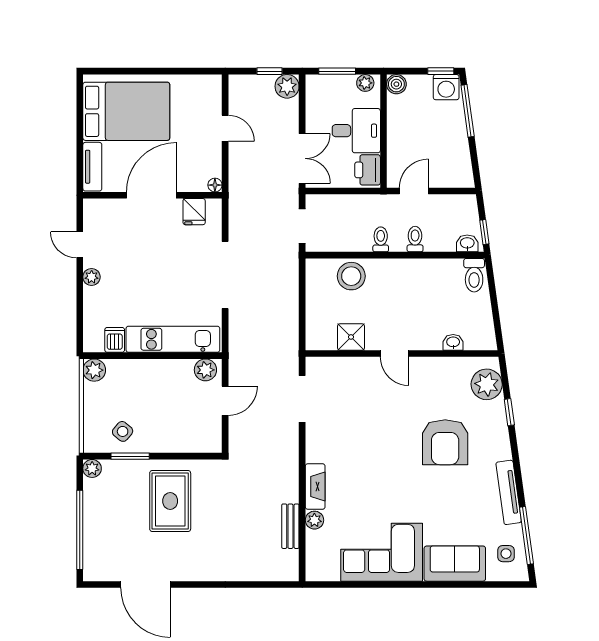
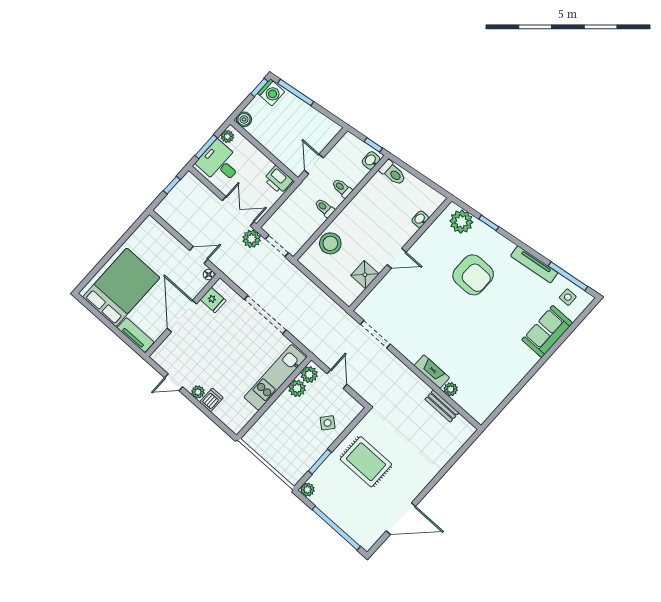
plant: (287, 86) -> (252, 239), moved
door: (225, 128) -> (199, 255), moved
desk: (356, 131) -> (220, 163), moved, turned -90
dishwasher: (115, 340) -> (211, 400), moved, turned 90
plant: (94, 370) -> (297, 388), moved
side table: (123, 431) -> (328, 423), moved
corner sofa: (382, 552) -> (503, 367), removed

